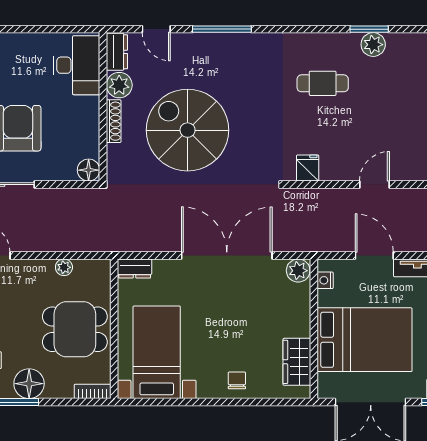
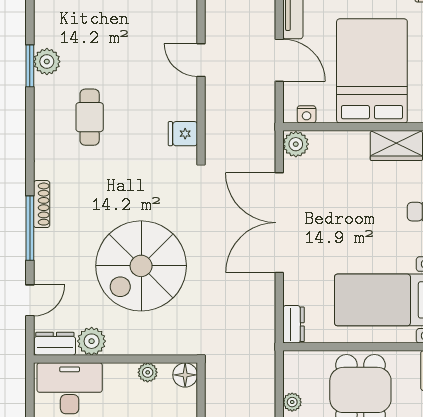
shoe rack: (114, 121) -> (42, 204), moved, turned 90
plant: (91, 136) -> (148, 372), added
door: (374, 256) -> (279, 60), swing flipped

